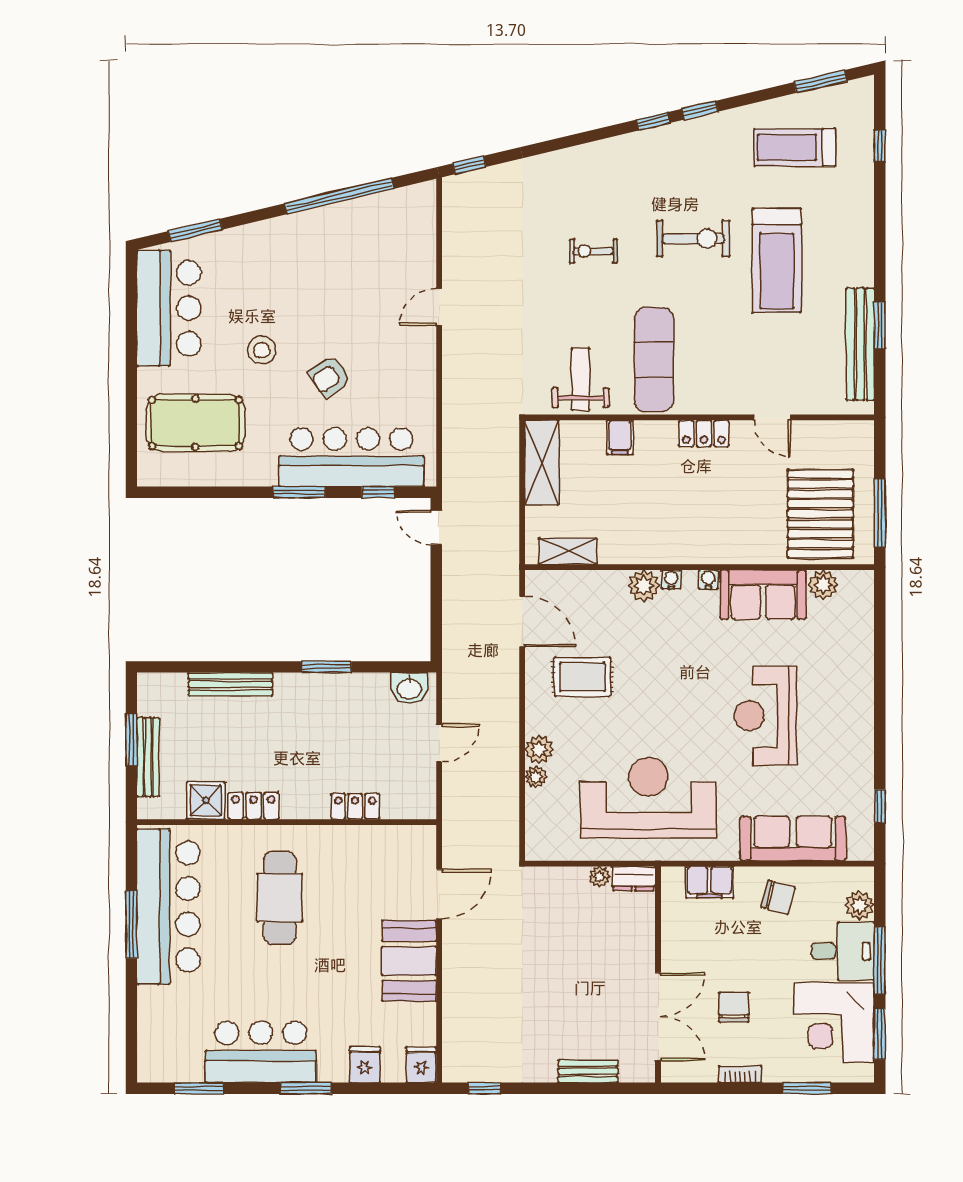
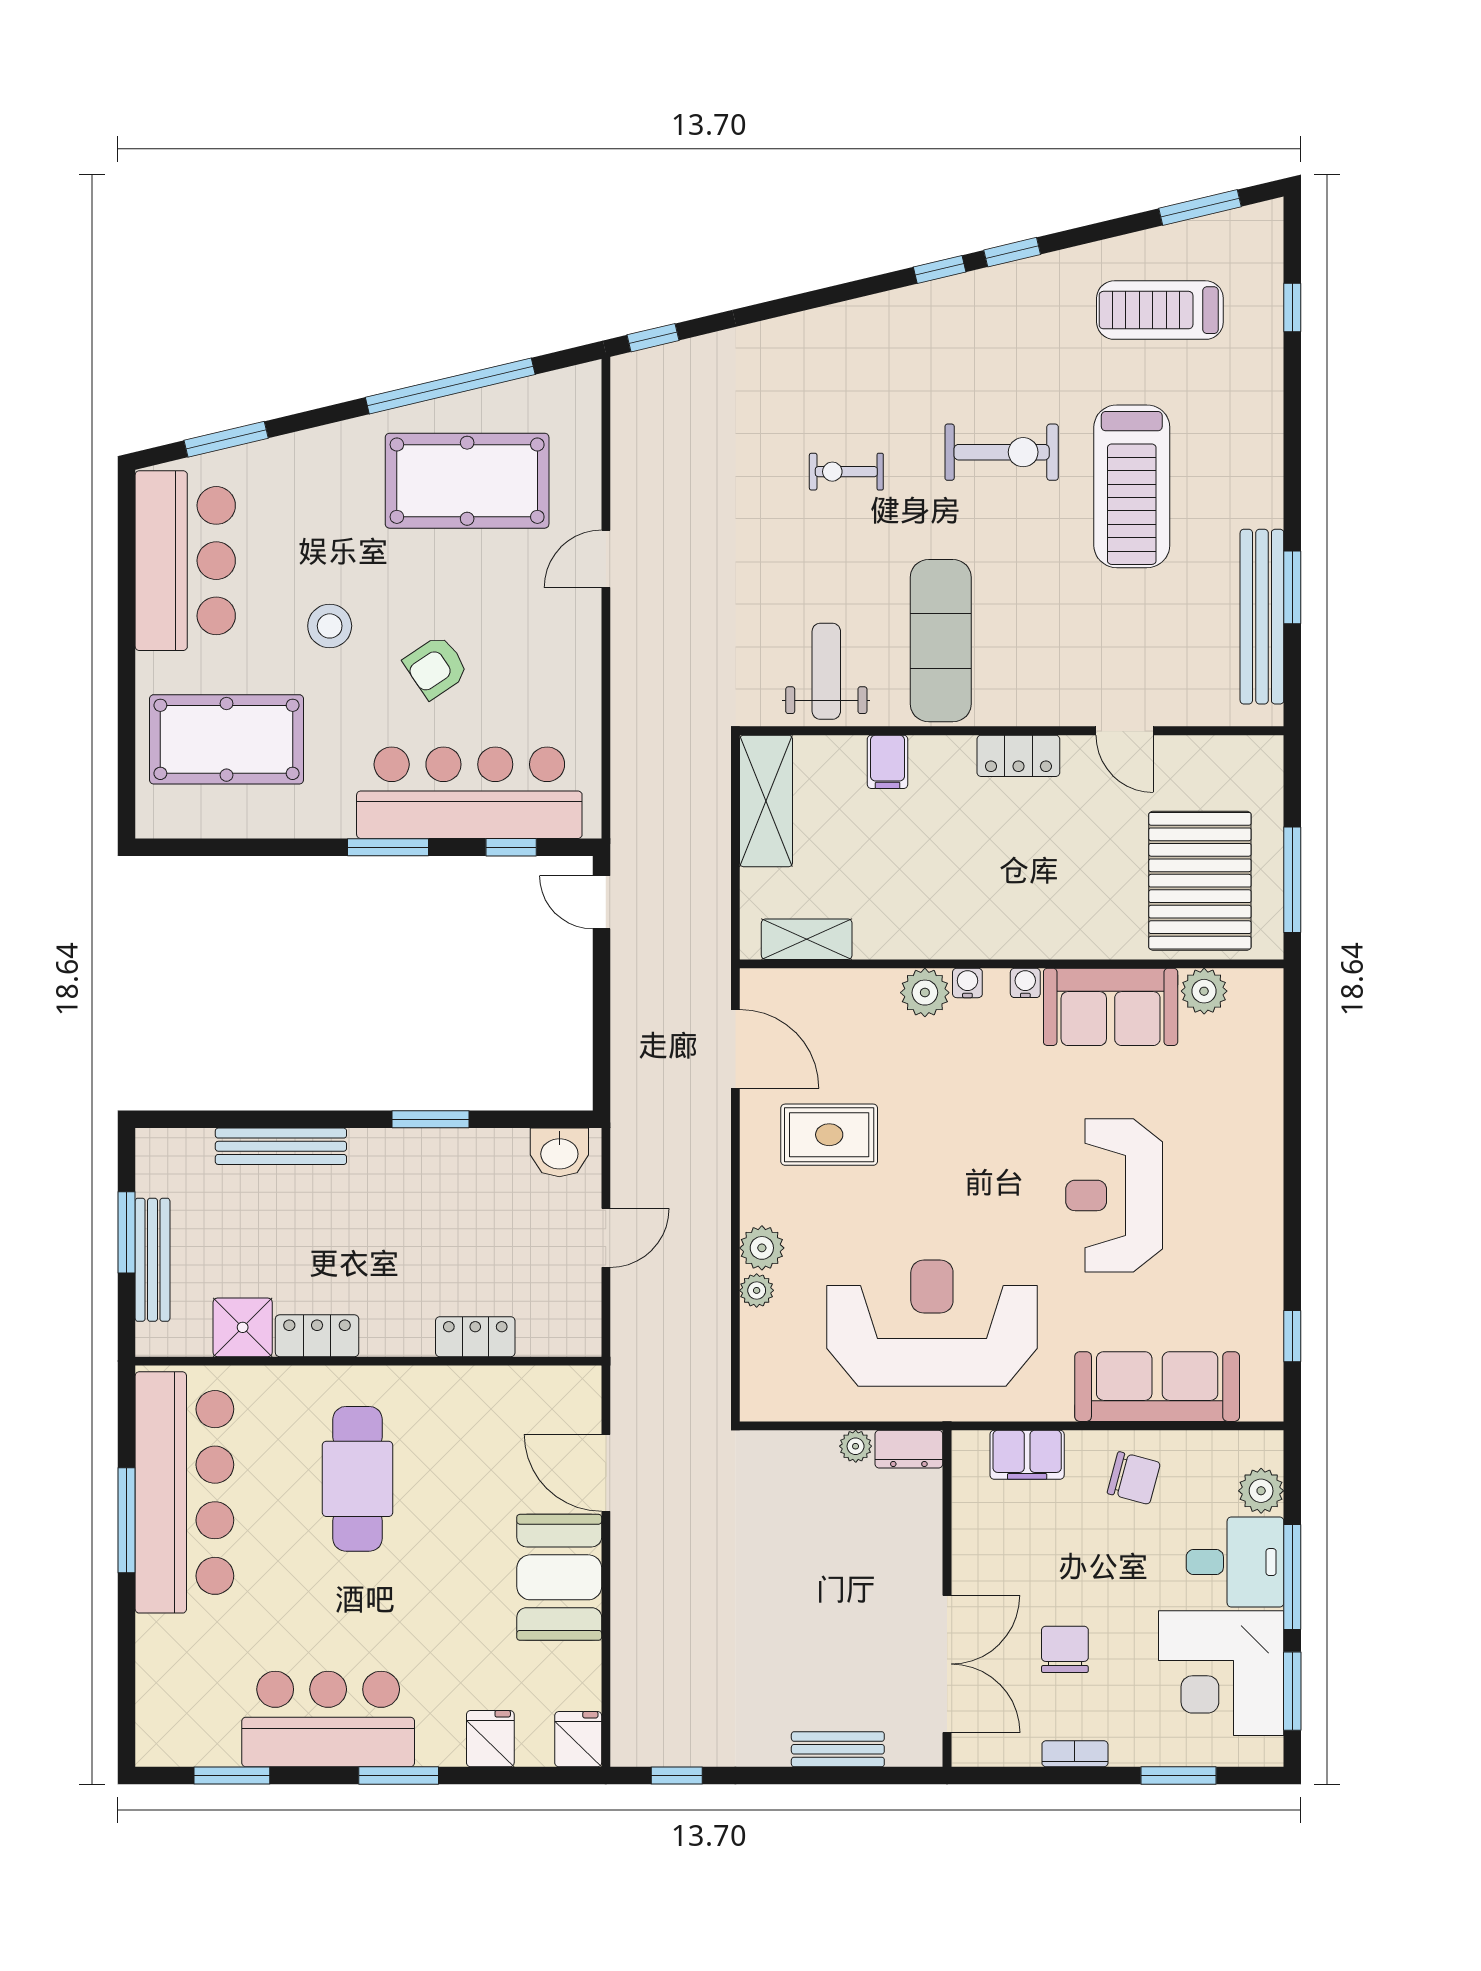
pool table: (350, 257) -> (467, 481), added
door: (439, 894) -> (606, 1473), swing flipped

